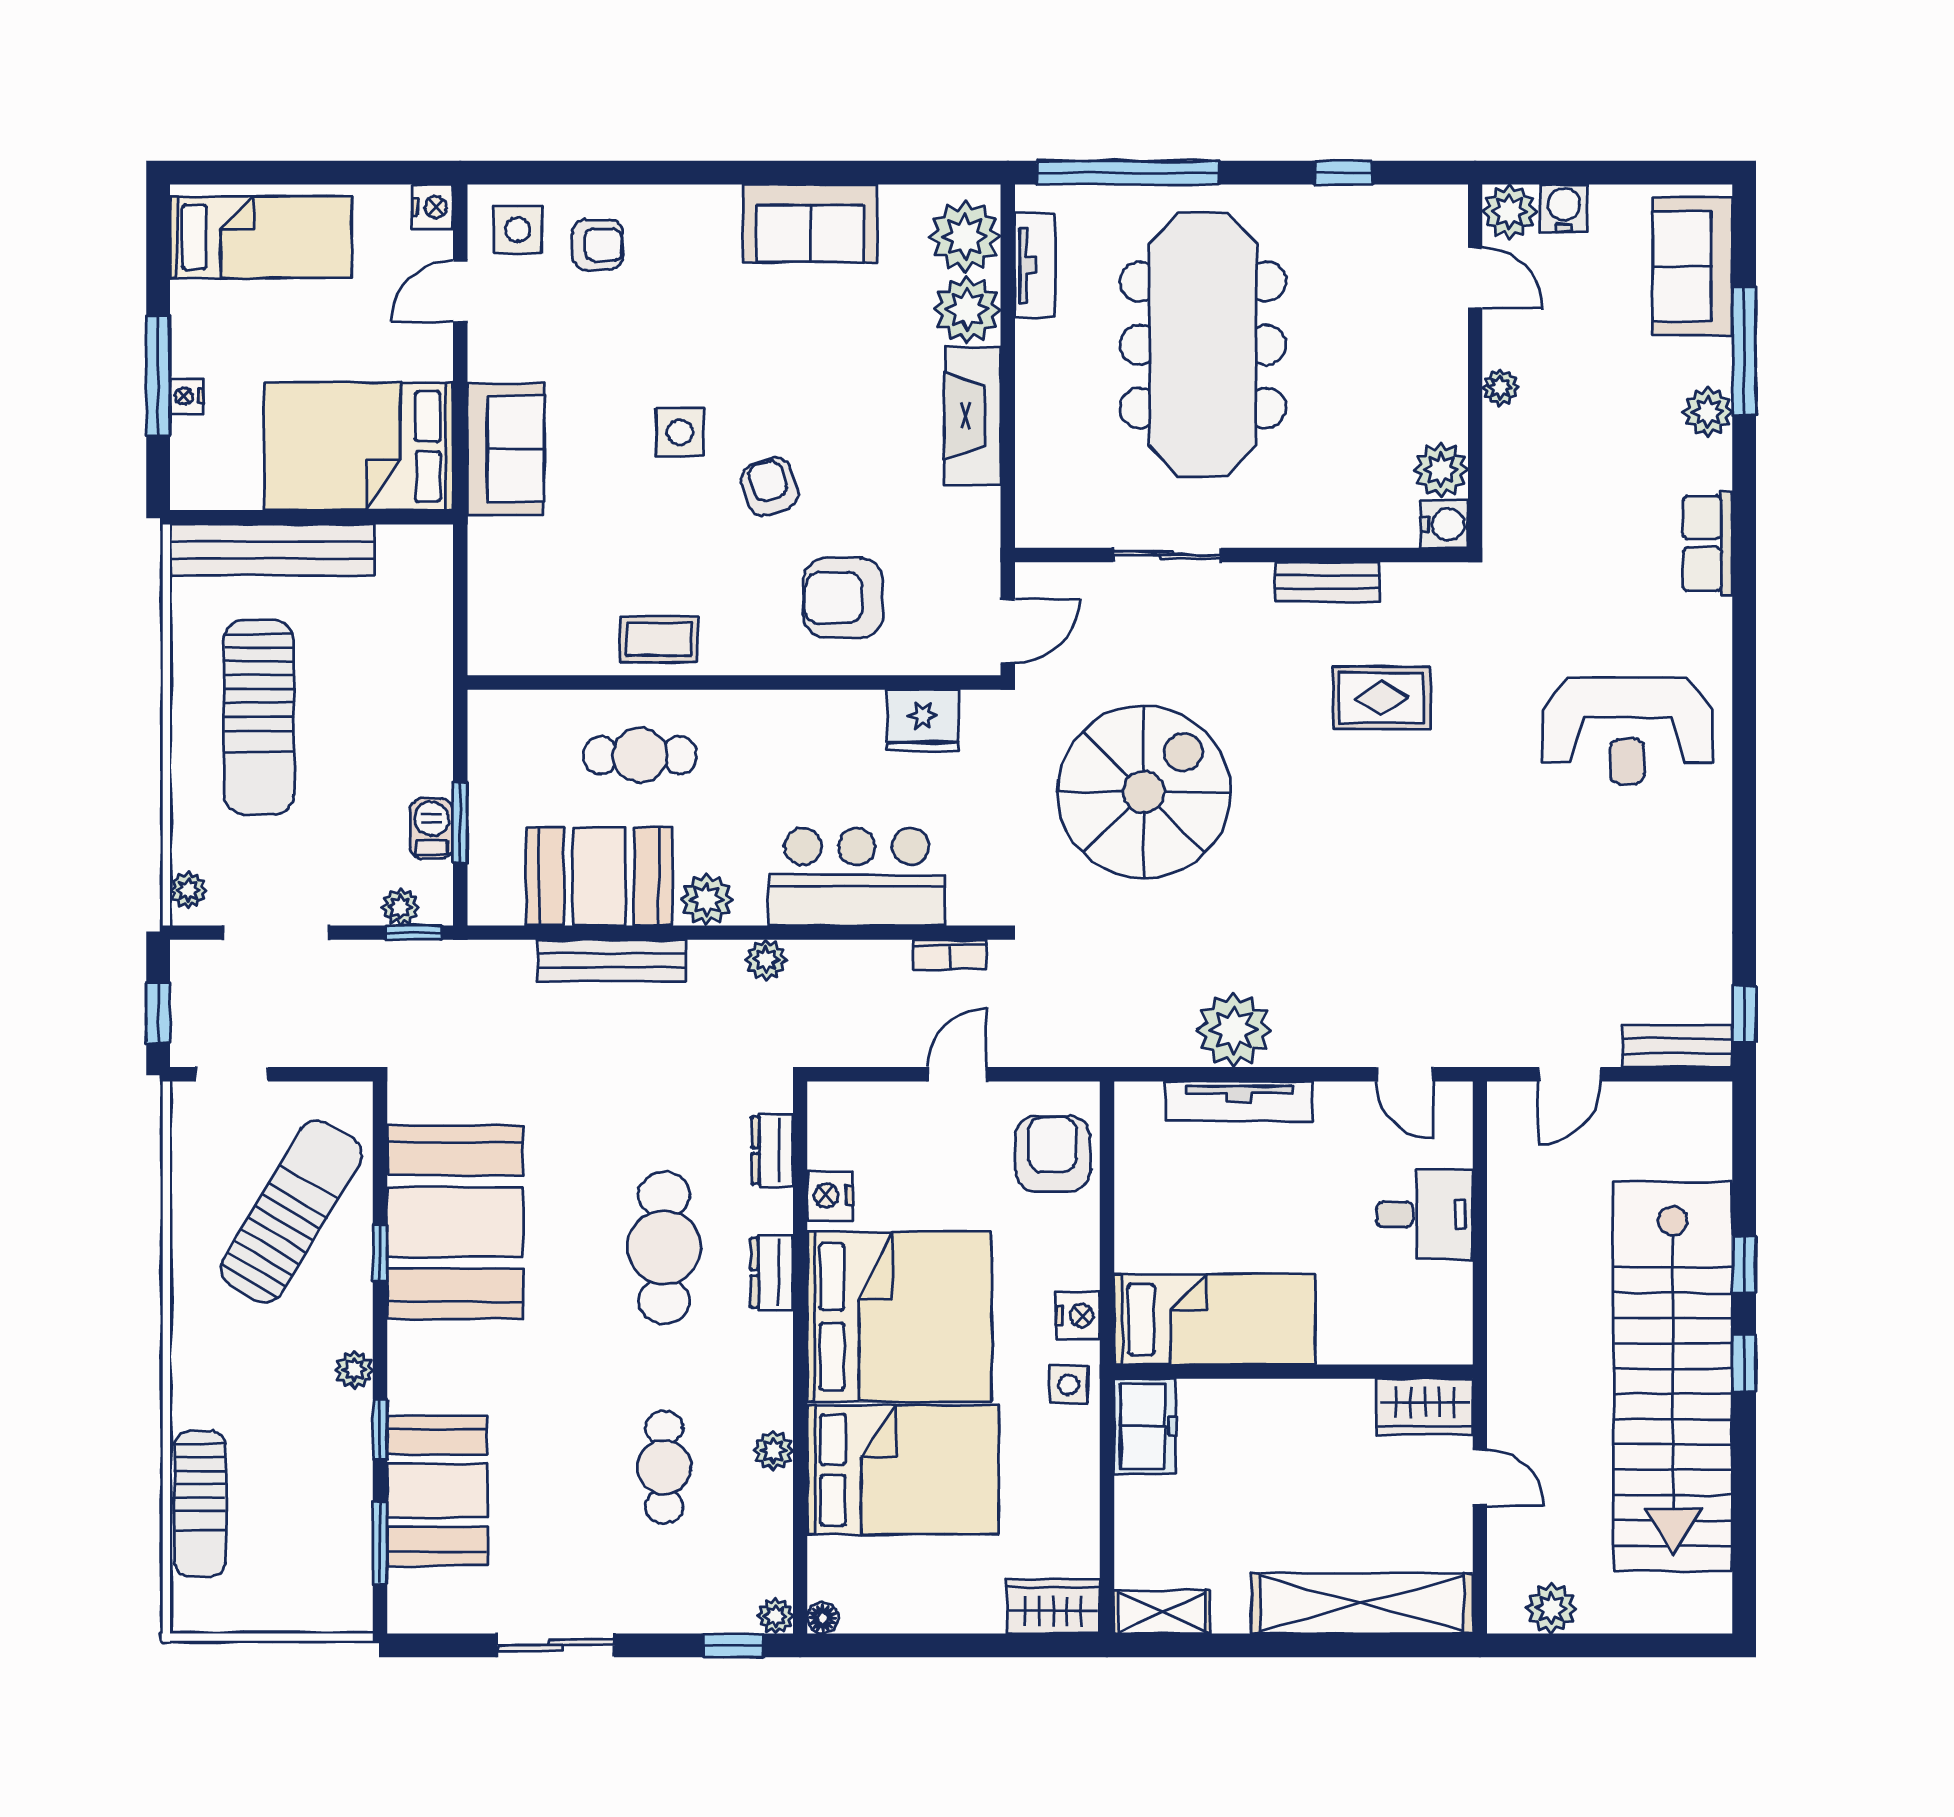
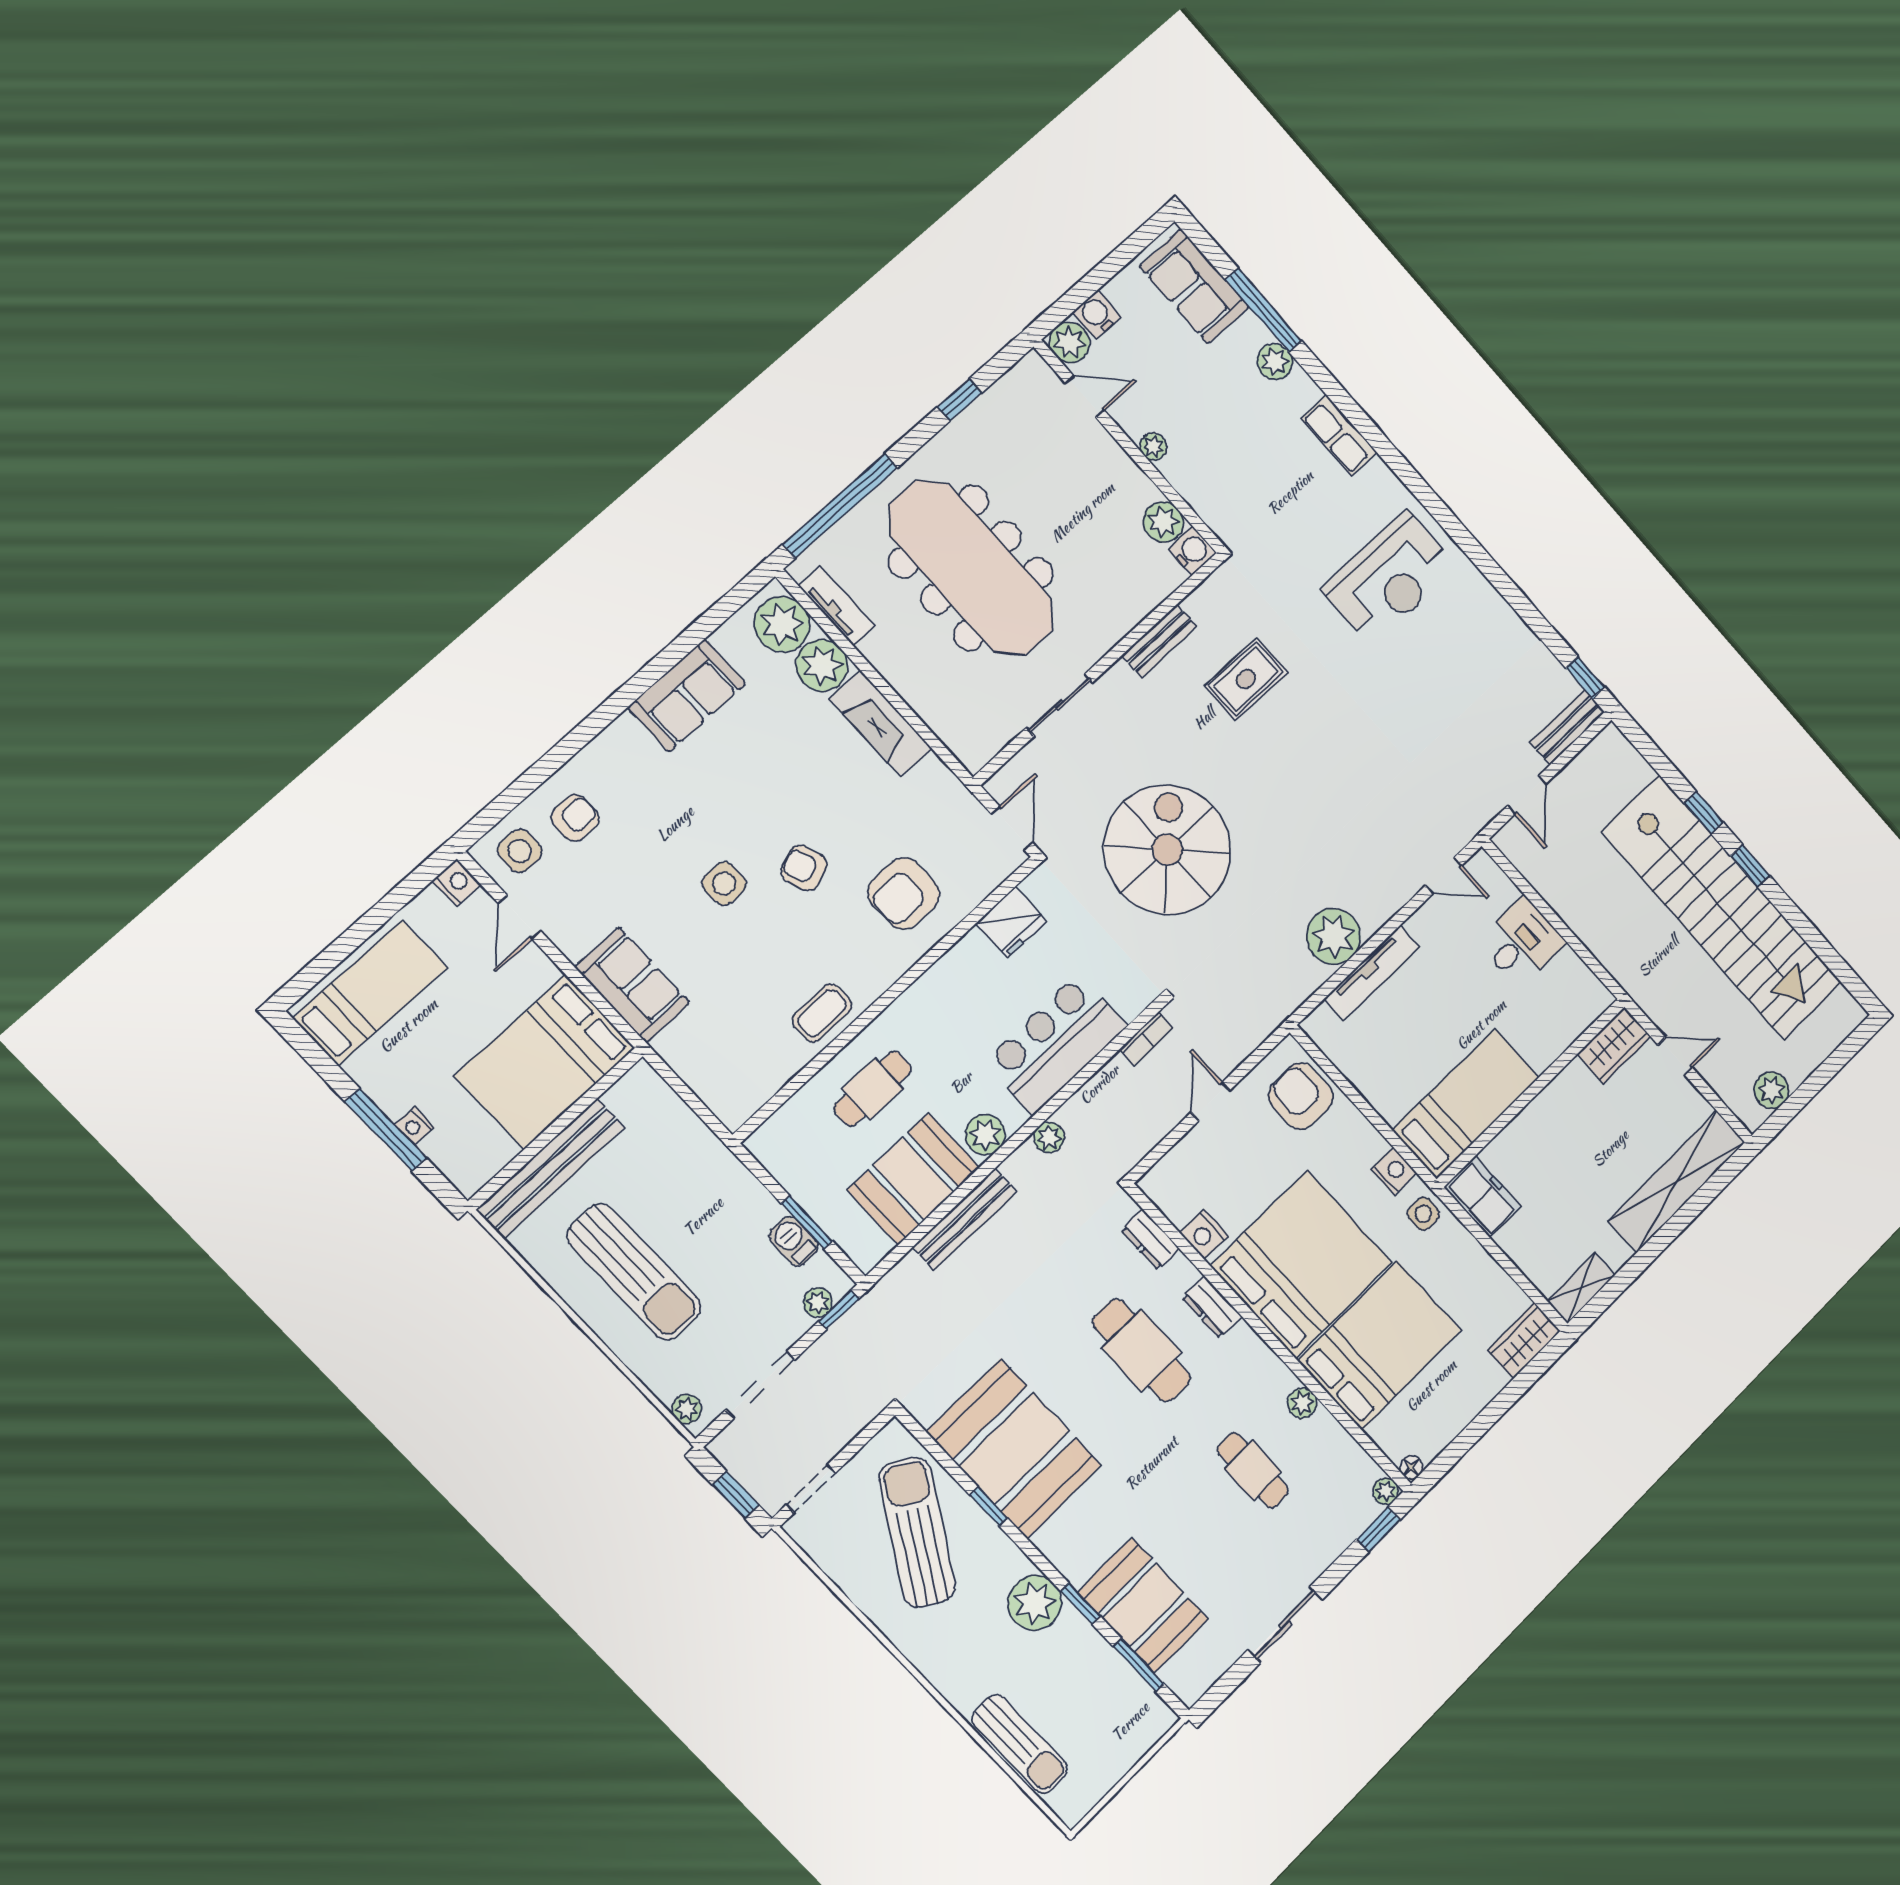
plant: (354, 1370) -> (1035, 1603), width x1.88, depth x1.88

